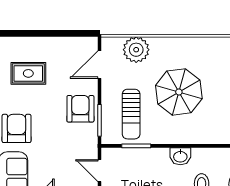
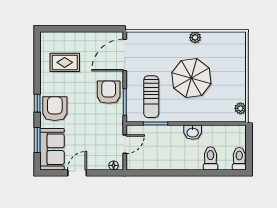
plant: (136, 50) -> (195, 37), moved, width x0.53, depth x0.53
door: (100, 65) -> (125, 55), width x1.36
door: (100, 171) -> (125, 144), swing flipped

